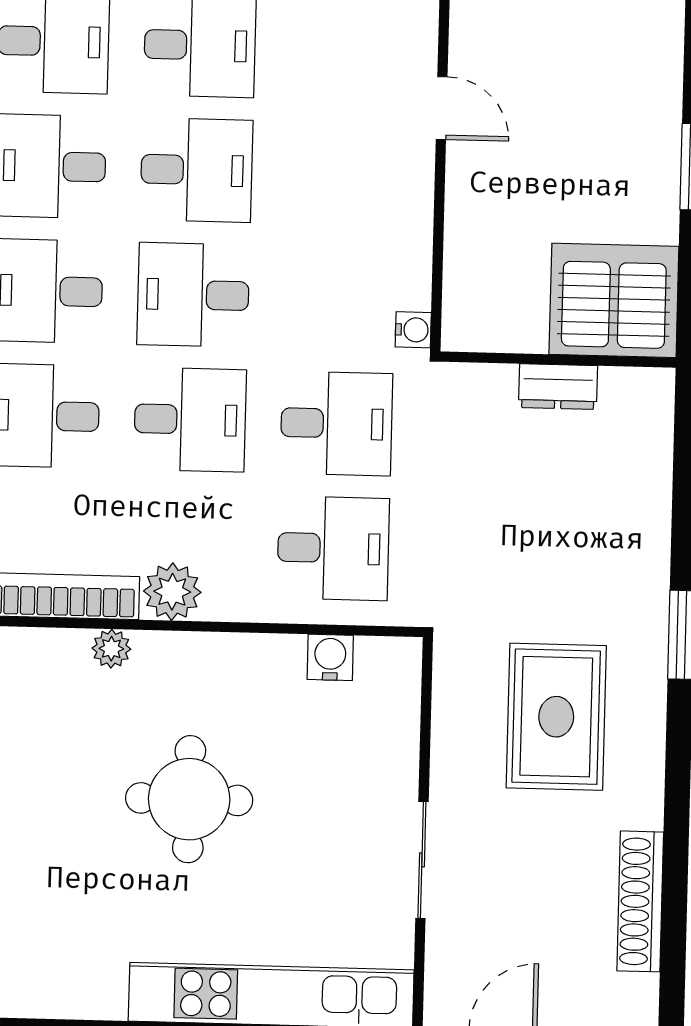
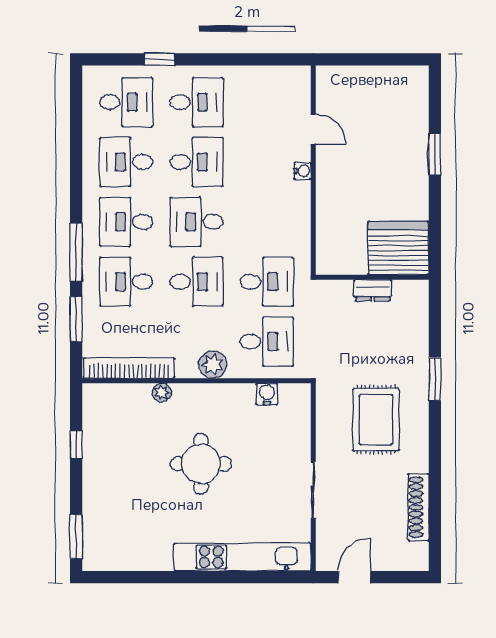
server rack: (614, 300) -> (398, 248), moved
water cooler: (413, 330) -> (302, 171), moved
wall: (558, 360) -> (372, 277), moved
dresser: (558, 387) -> (373, 290), moved
plant: (172, 592) -> (213, 364), moved

